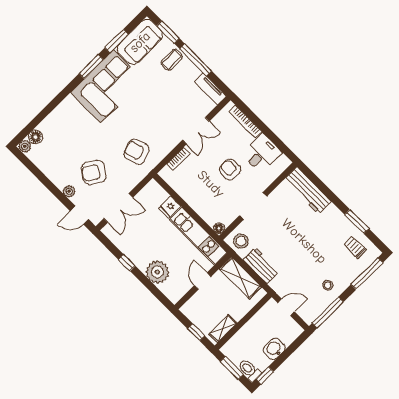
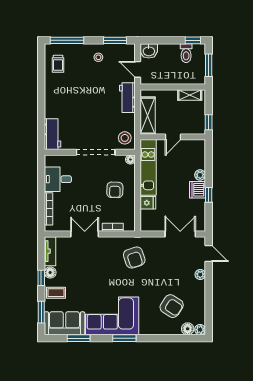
window: (196, 60) -> (41, 278), width x0.46
window: (91, 66) -> (124, 338), moved
floor lamp: (193, 71) -> (50, 273), added
armchair: (230, 170) -> (115, 190), moved
armchair: (94, 172) -> (172, 306), moved
workbench: (308, 190) -> (52, 134), width x0.73
doorway: (253, 206) -> (96, 152), width x1.36
window: (357, 222) -> (41, 79), removed
dishwasher: (140, 258) -> (198, 190), added
workbench: (261, 265) -> (127, 98), moved
plant: (157, 272) -> (200, 175), width x0.53, depth x0.53
window: (328, 312) -> (115, 40), width x0.69
window: (196, 332) -> (209, 122), moved
washbasin: (274, 349) -> (149, 51), moved
toilet: (249, 370) -> (186, 53), moved

